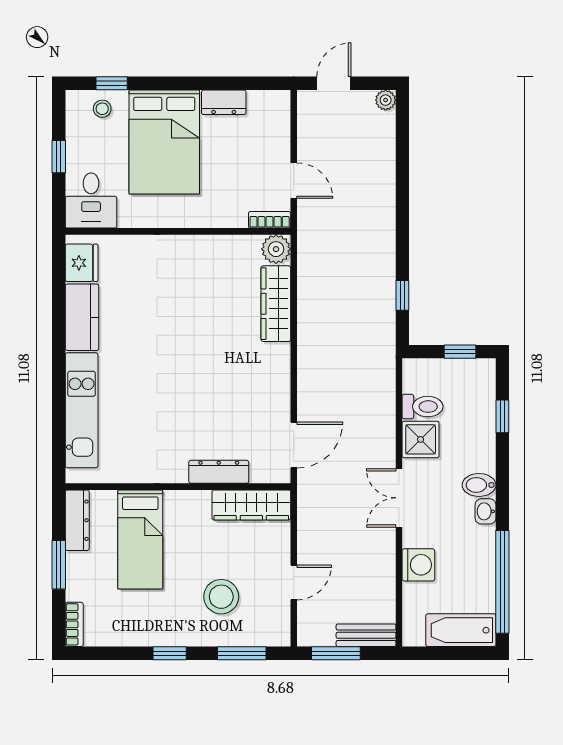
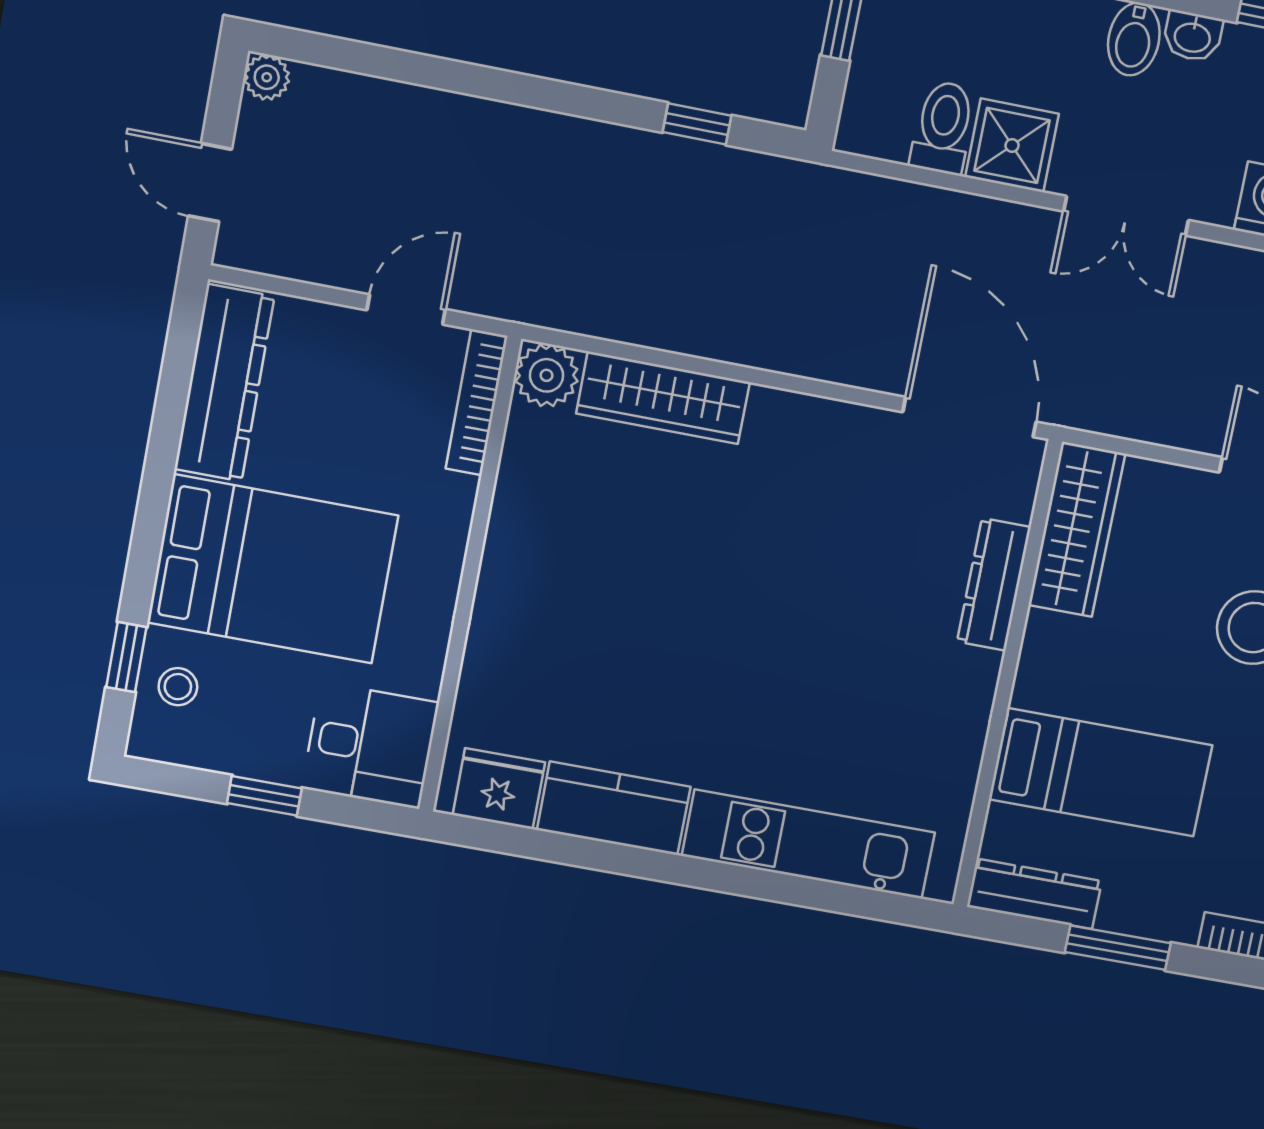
dresser: (224, 102) -> (224, 383), width x1.96, depth x1.24
bookcase: (270, 220) -> (477, 402), width x1.56
door: (294, 445) -> (970, 417), width x1.36

